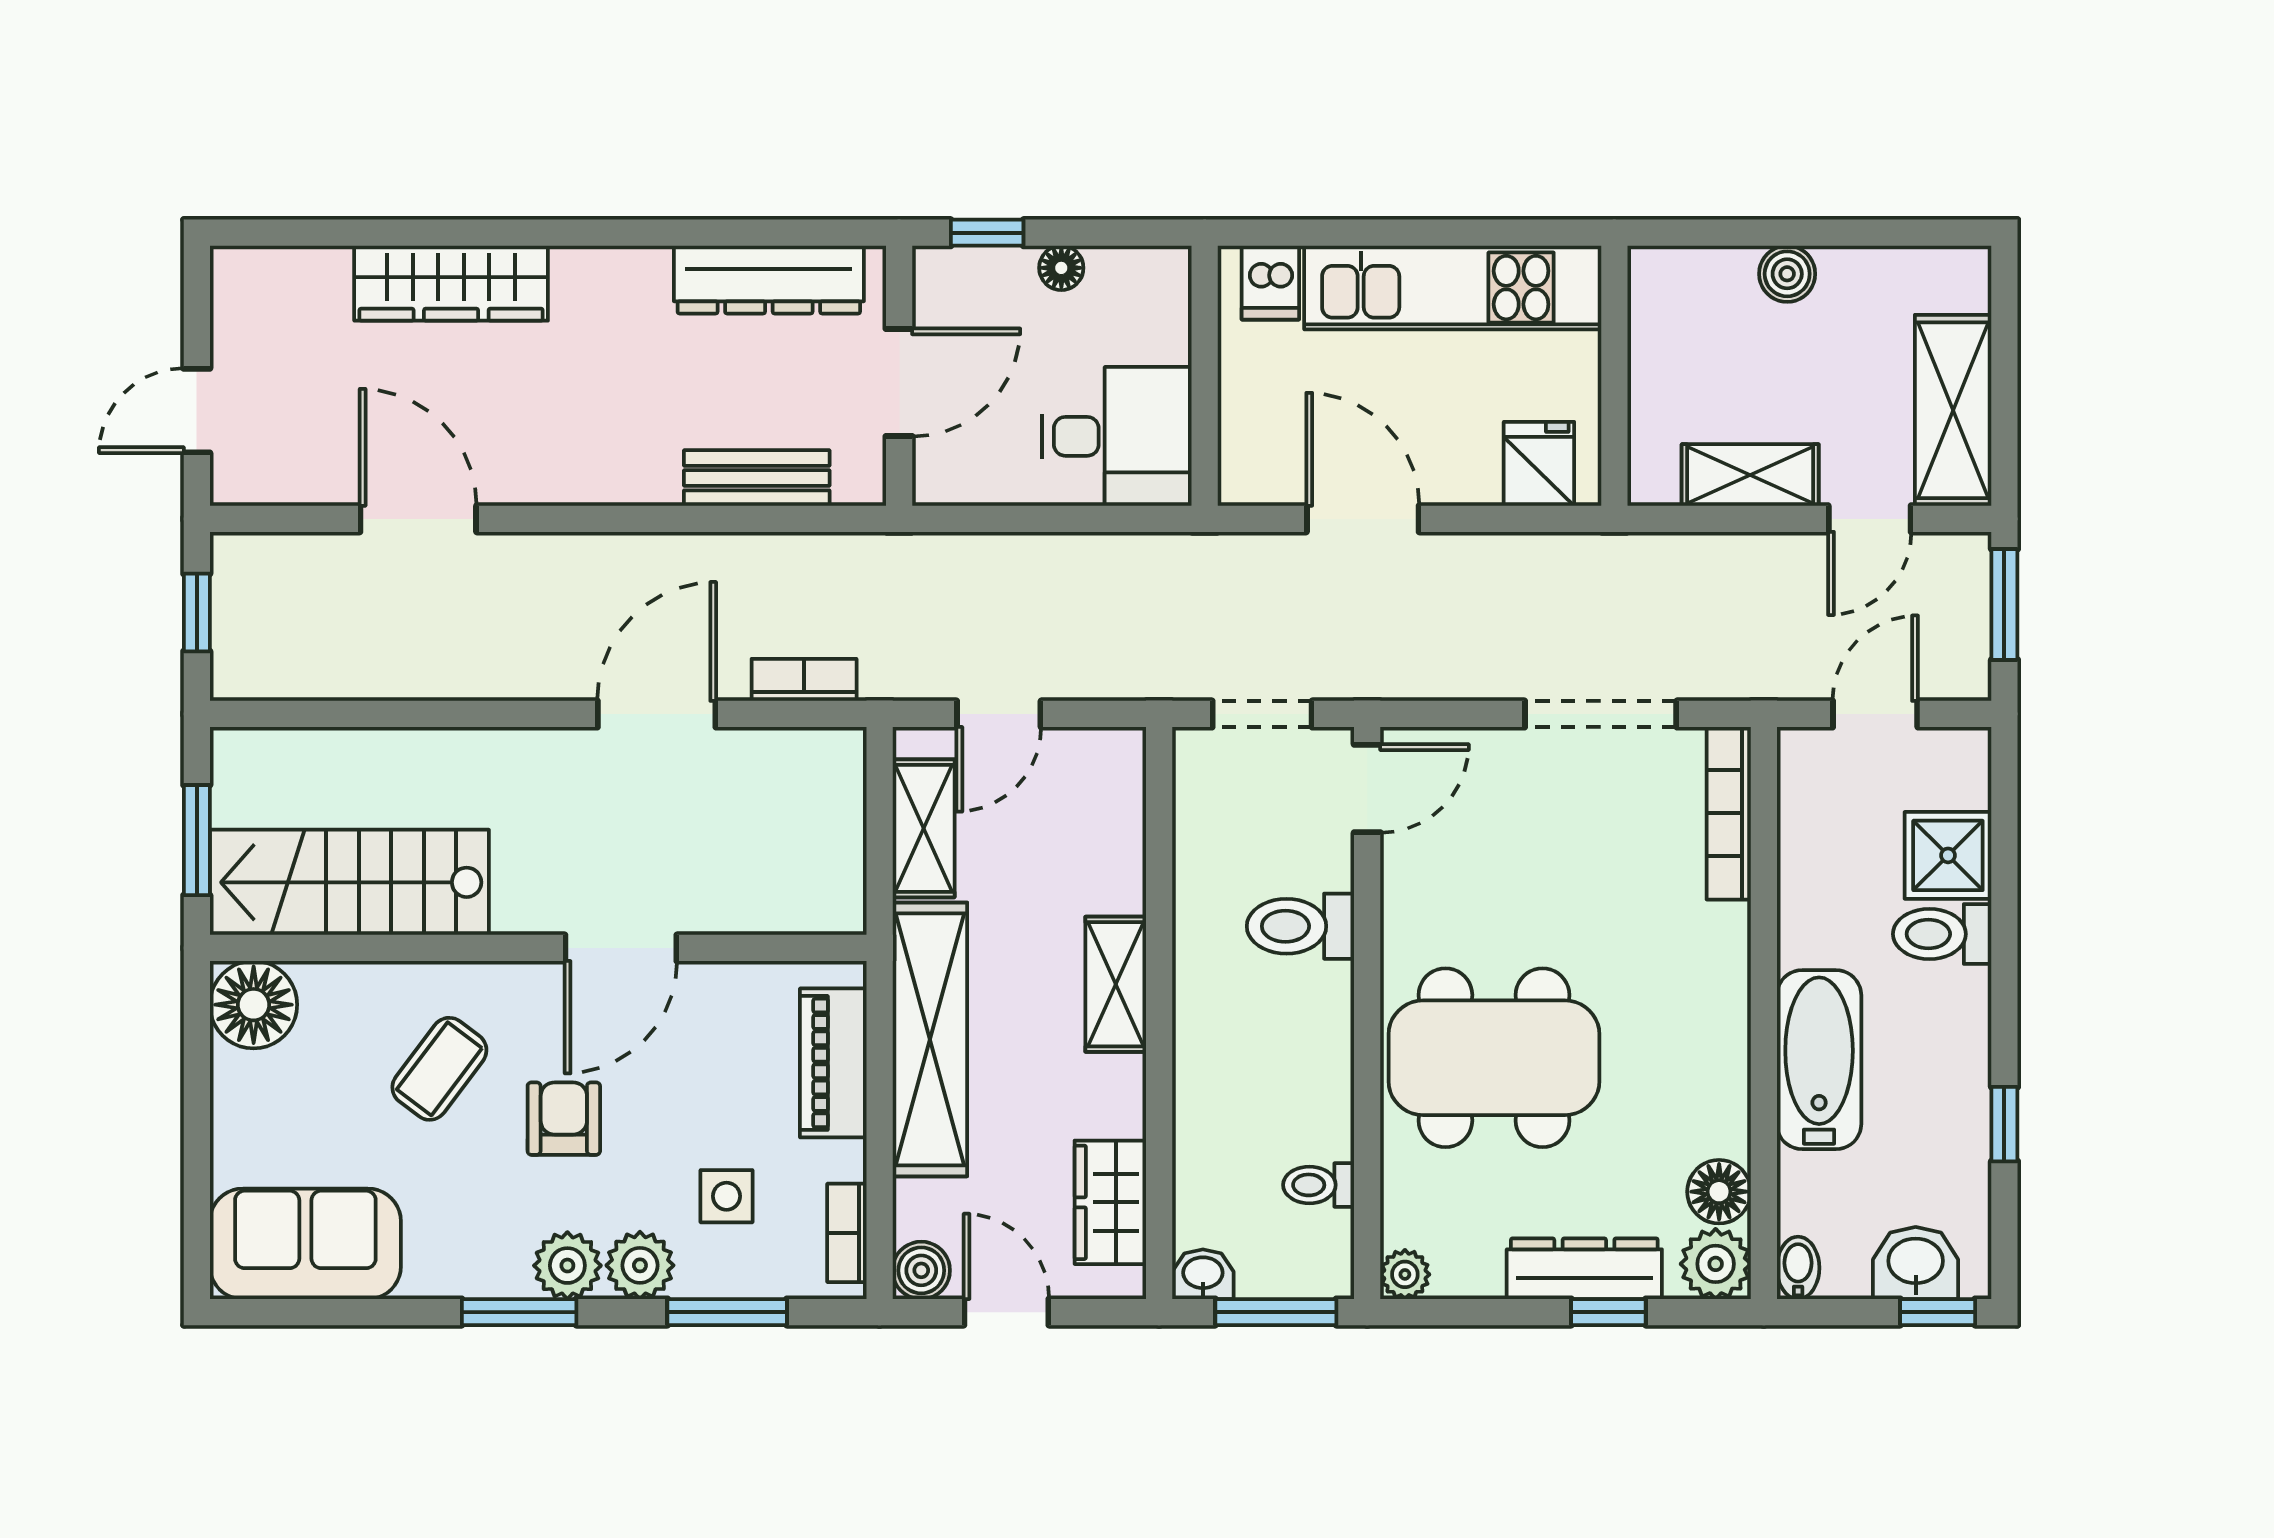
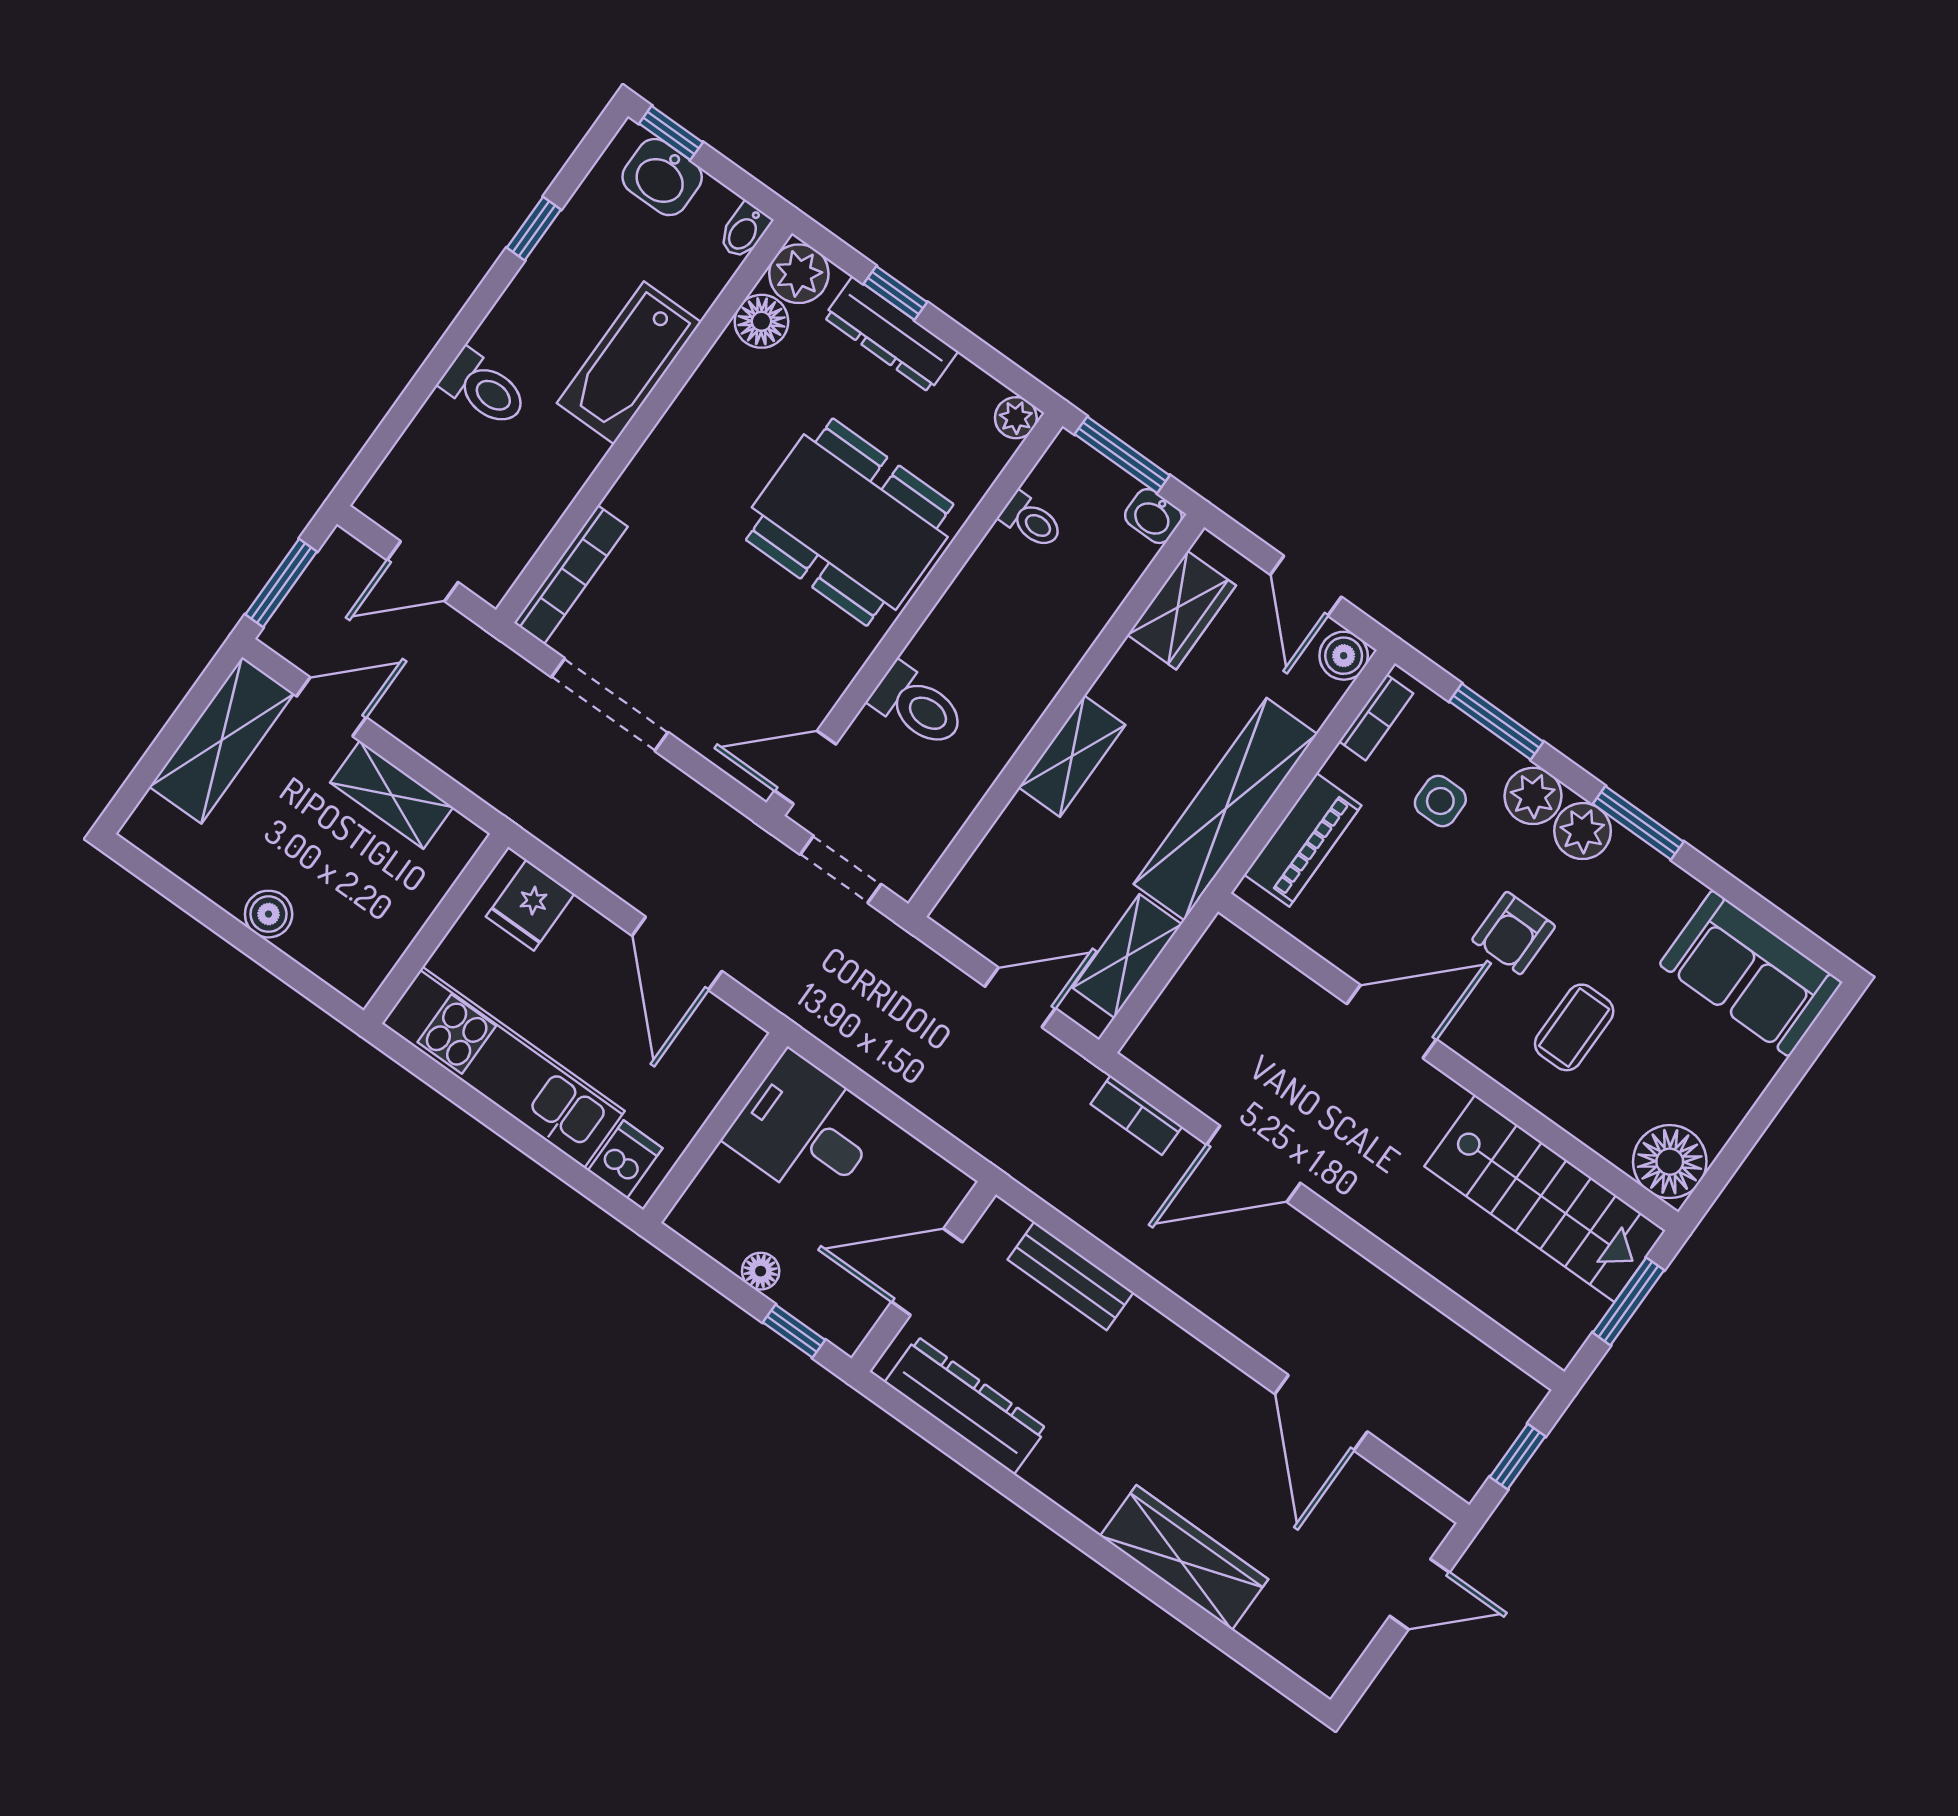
shower: (1948, 855) -> (442, 439), removed
coffee table: (439, 1069) -> (1574, 1027), turned -37

